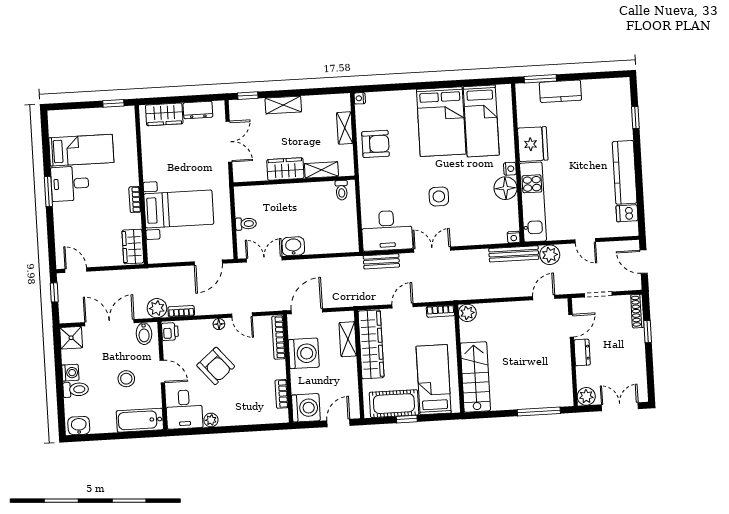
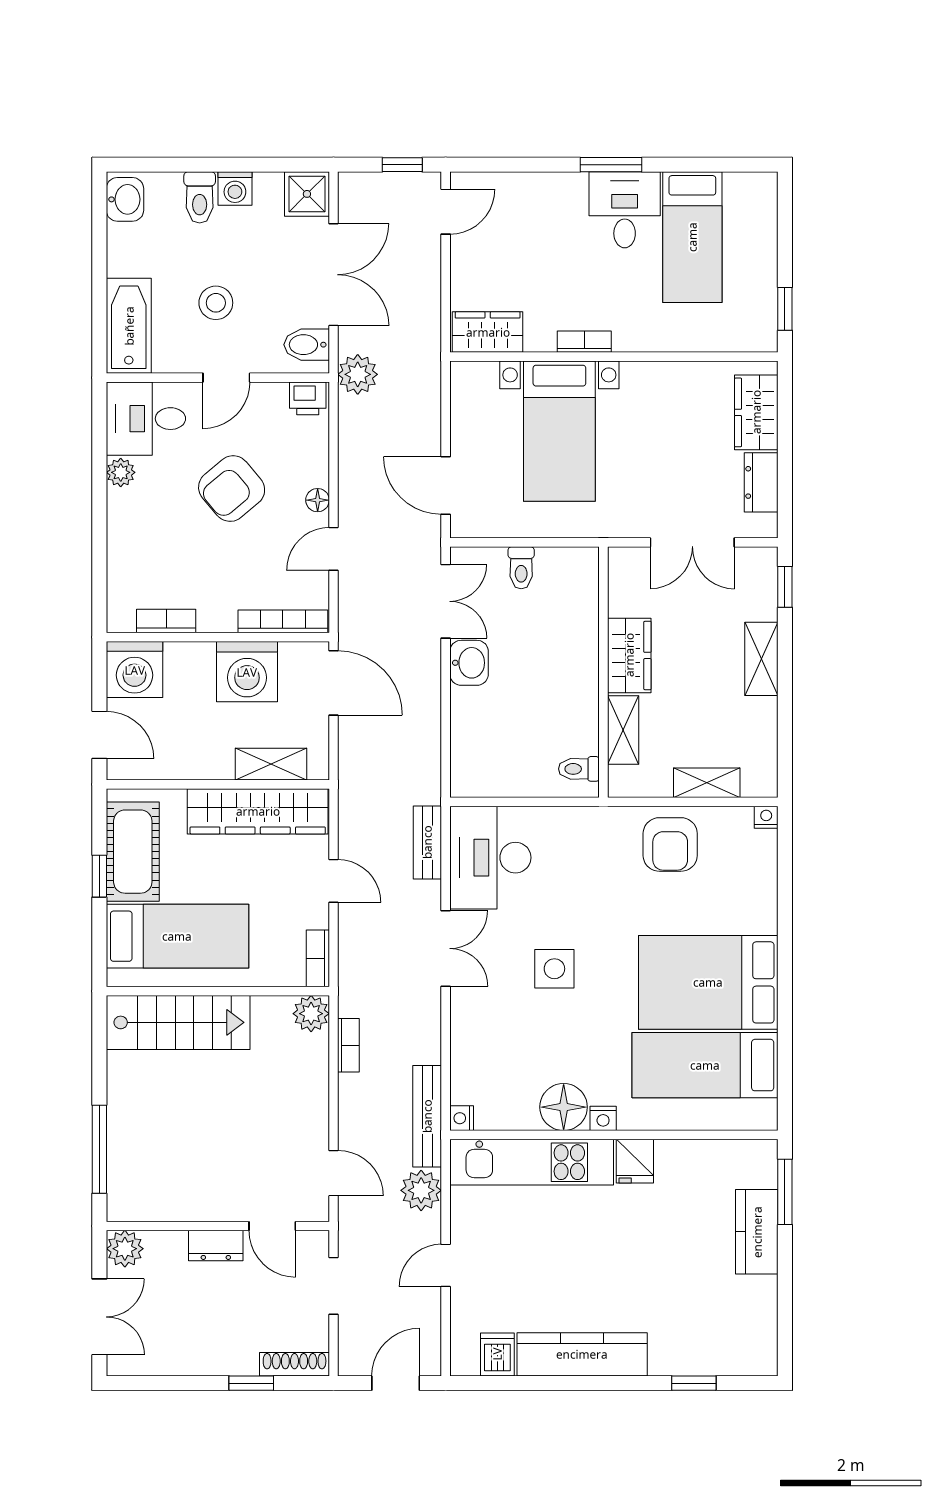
fridge: (533, 144) -> (635, 1161), width x0.53, depth x0.75
bookcase: (181, 311) -> (348, 1045), moved

